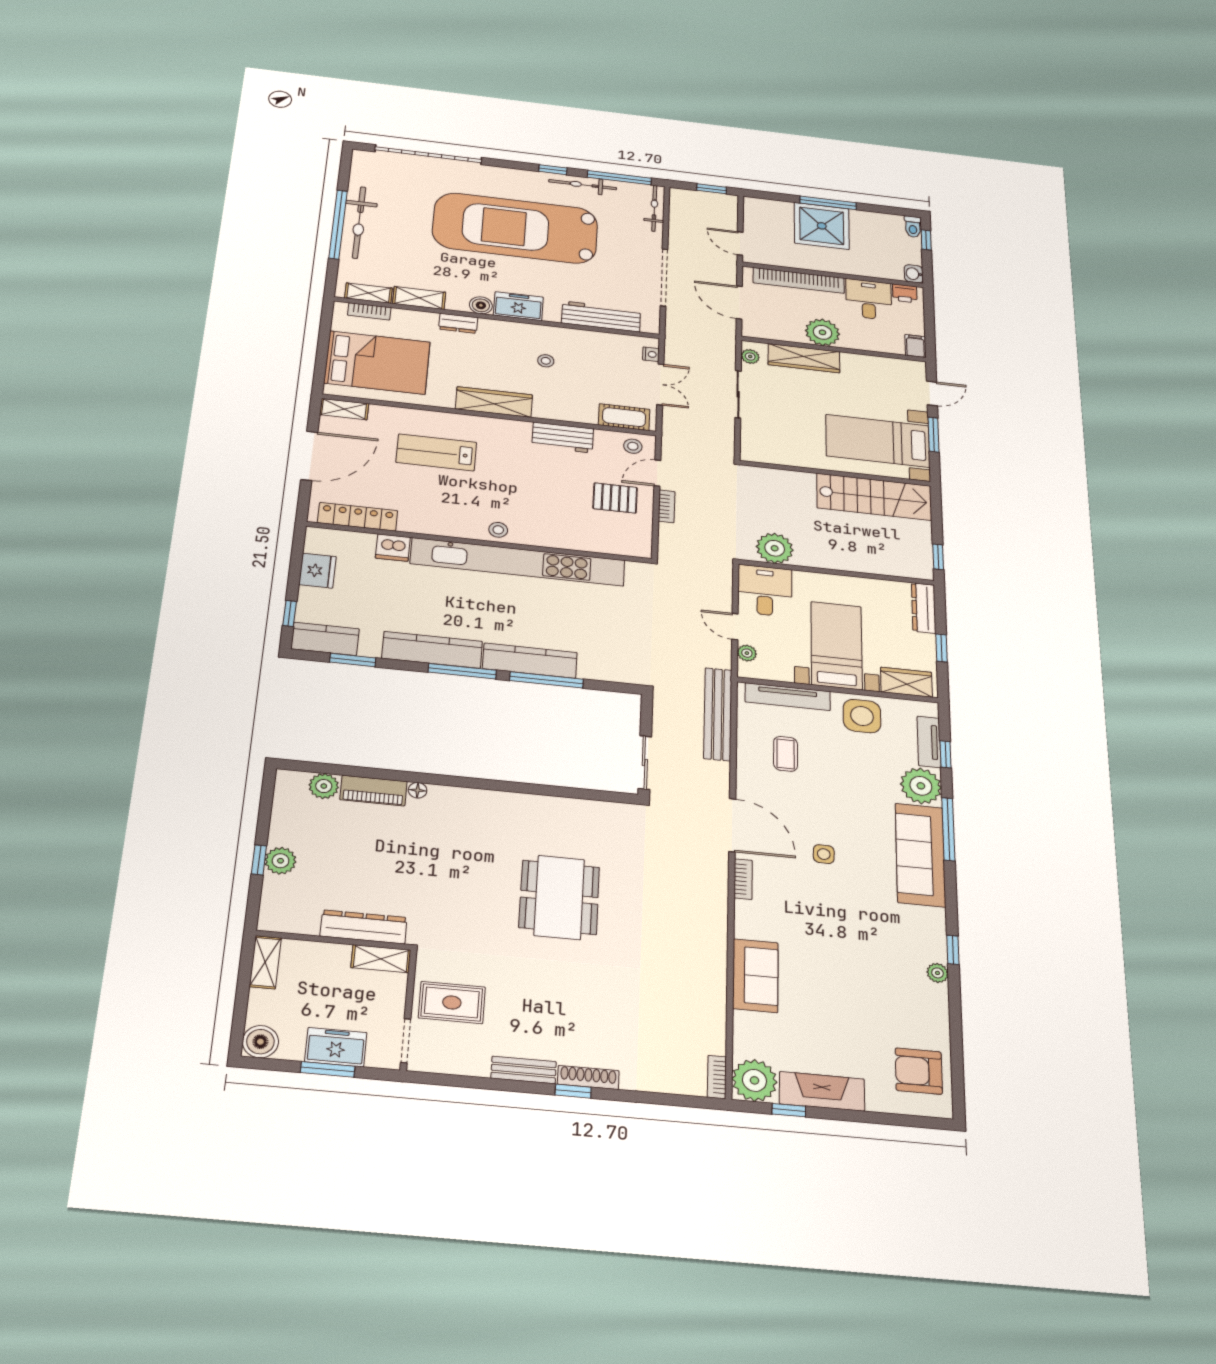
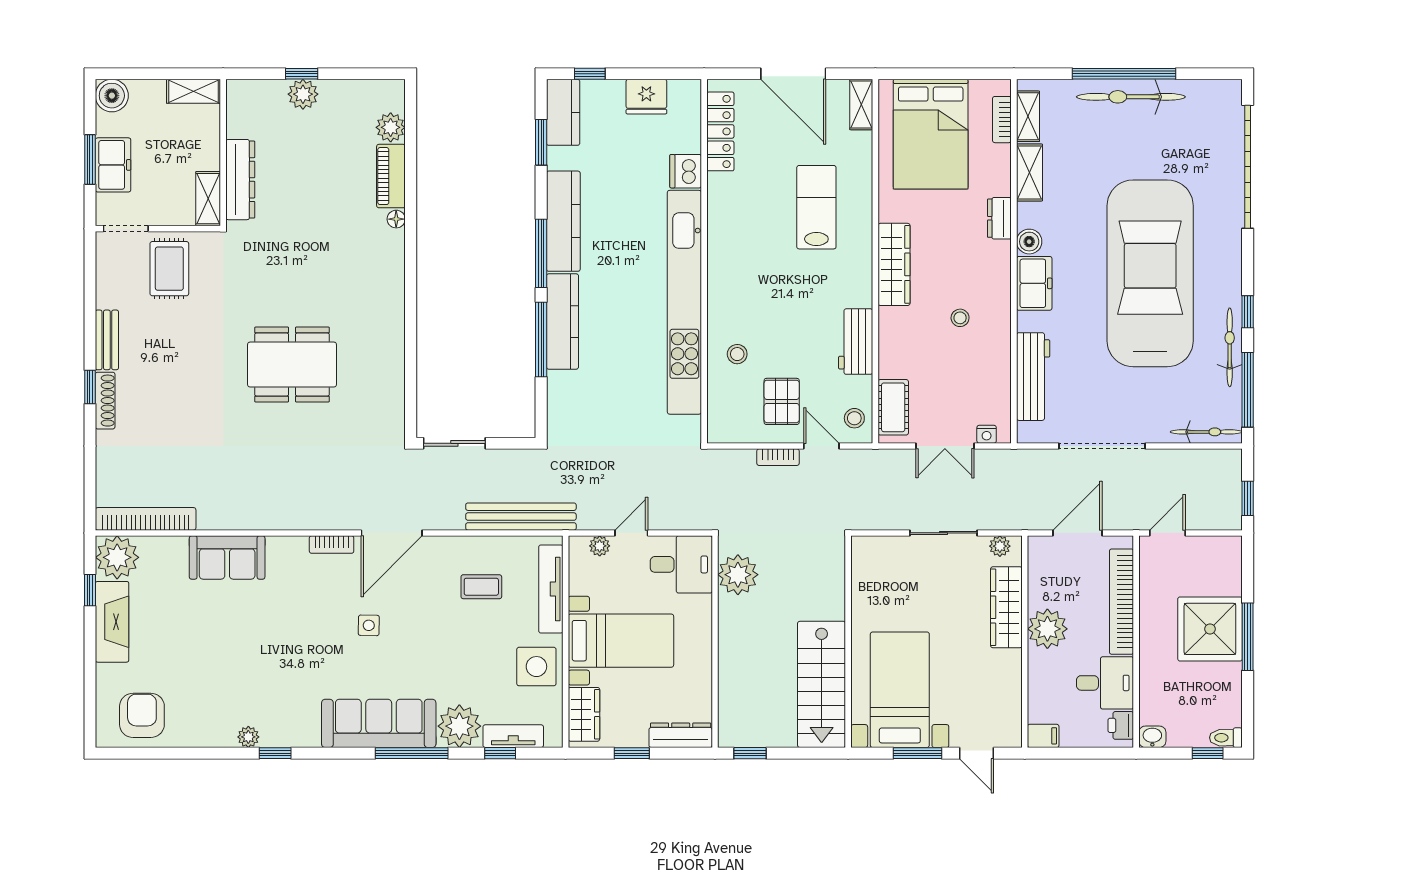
stool: (498, 530) -> (737, 354), moved
bookcase: (717, 1077) -> (146, 519), width x2.31, depth x1.31

